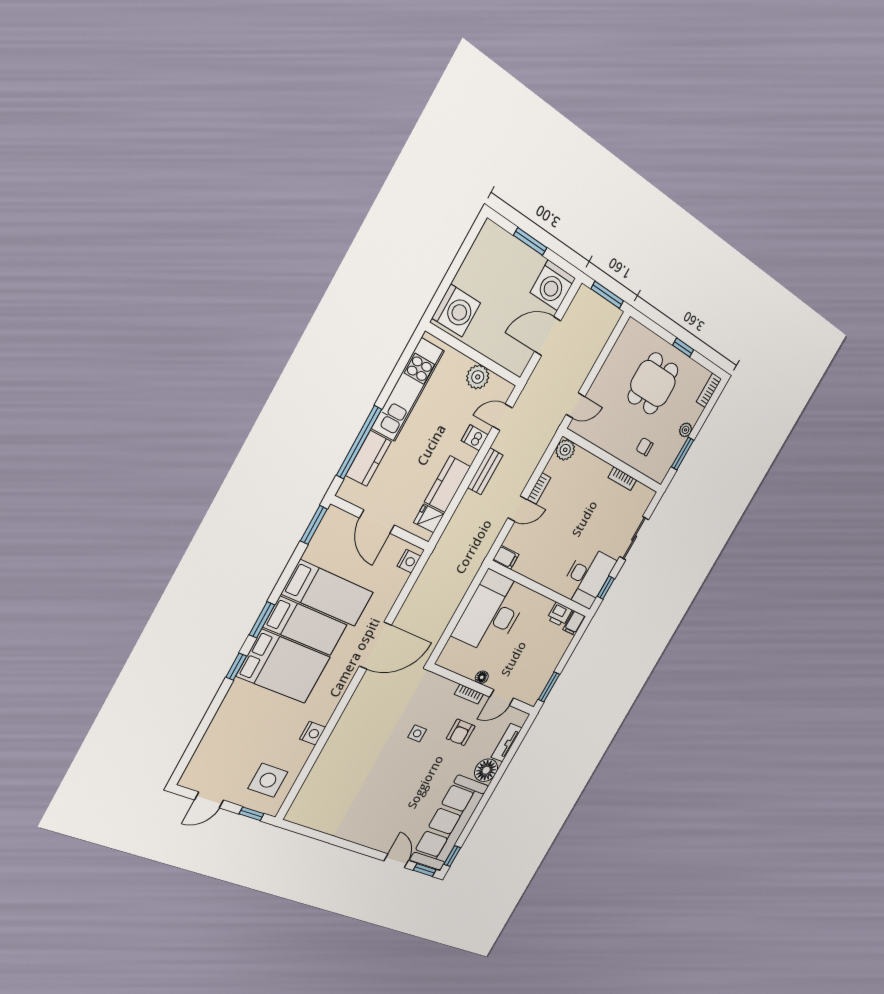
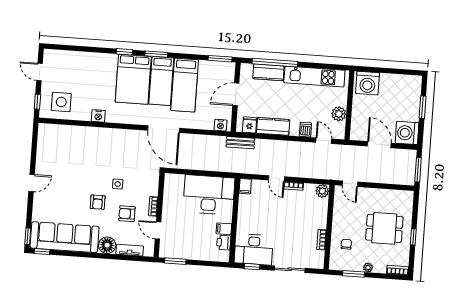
bench: (485, 471) -> (240, 143), moved
filing cabinet: (574, 623) -> (224, 229), moved
floor lamp: (482, 677) -> (167, 210), removed
armchair: (427, 767) -> (98, 202), added
door: (396, 861) -> (32, 183), moved

